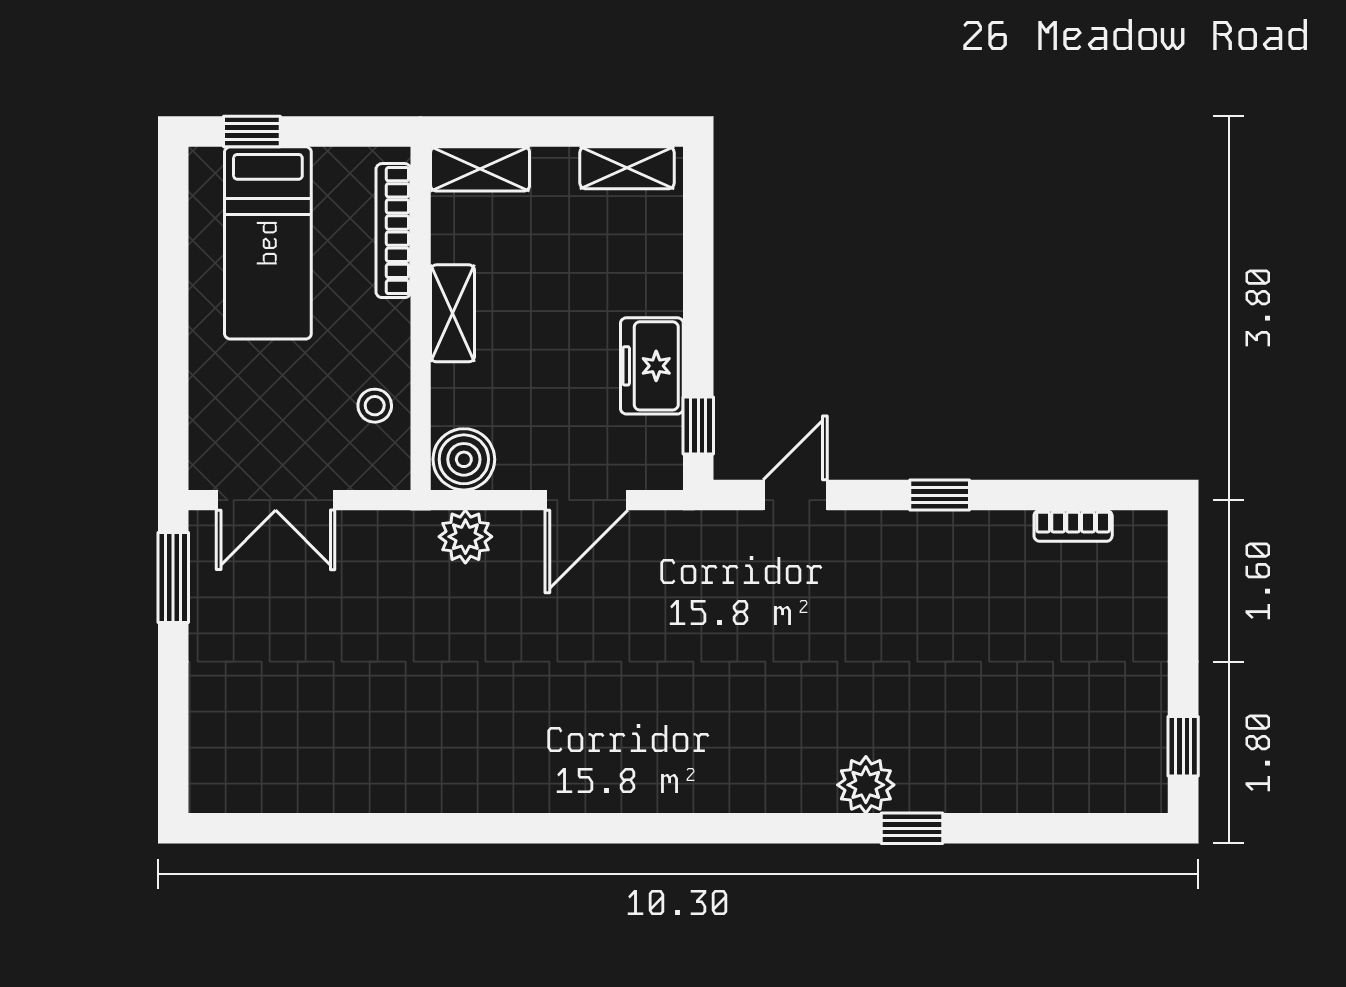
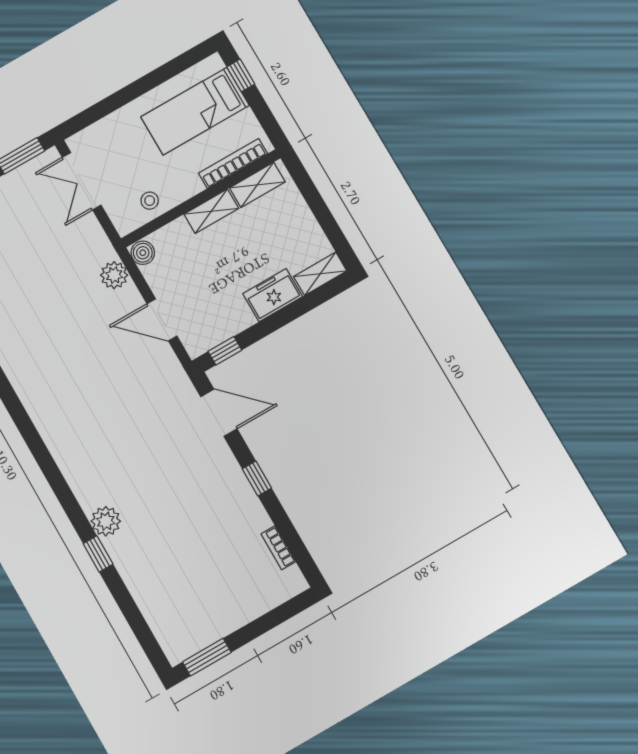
shelving: (627, 168) -> (320, 274), moved, turned 90
shelving: (480, 169) -> (257, 185), moved, turned 90
freezer: (652, 366) -> (273, 295), moved
boiler: (464, 459) -> (143, 253), width x0.73, depth x0.73
door: (795, 495) -> (219, 413), width x1.38
window: (1183, 746) -> (207, 657), width x1.50

